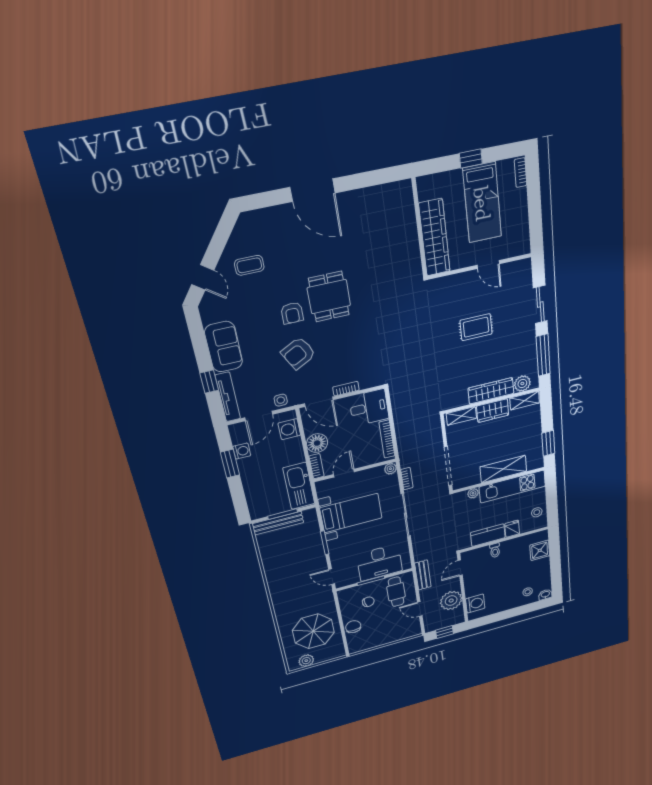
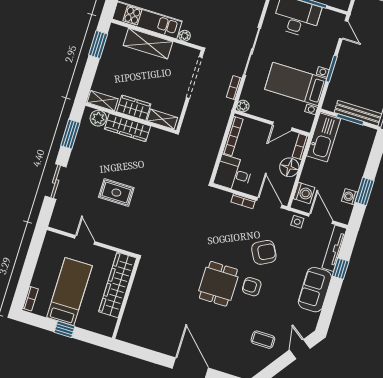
armchair: (292, 313) -> (252, 287), turned -90
window: (543, 355) -> (70, 134), width x0.69
door: (259, 416) -> (321, 219), hinge flipped

